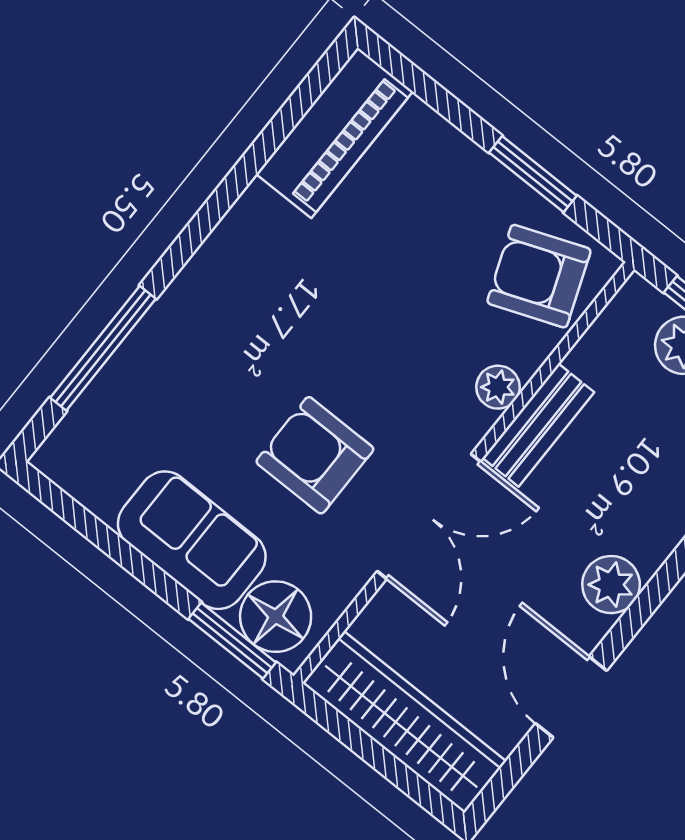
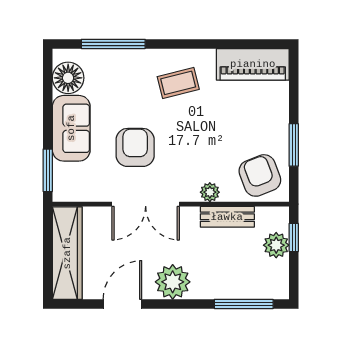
coffee table: (262, 289) -> (178, 83), added
bench: (538, 425) -> (227, 217), moved
plant: (611, 585) -> (173, 282), width x1.36, depth x1.36
floor lamp: (276, 617) -> (68, 78), moved

